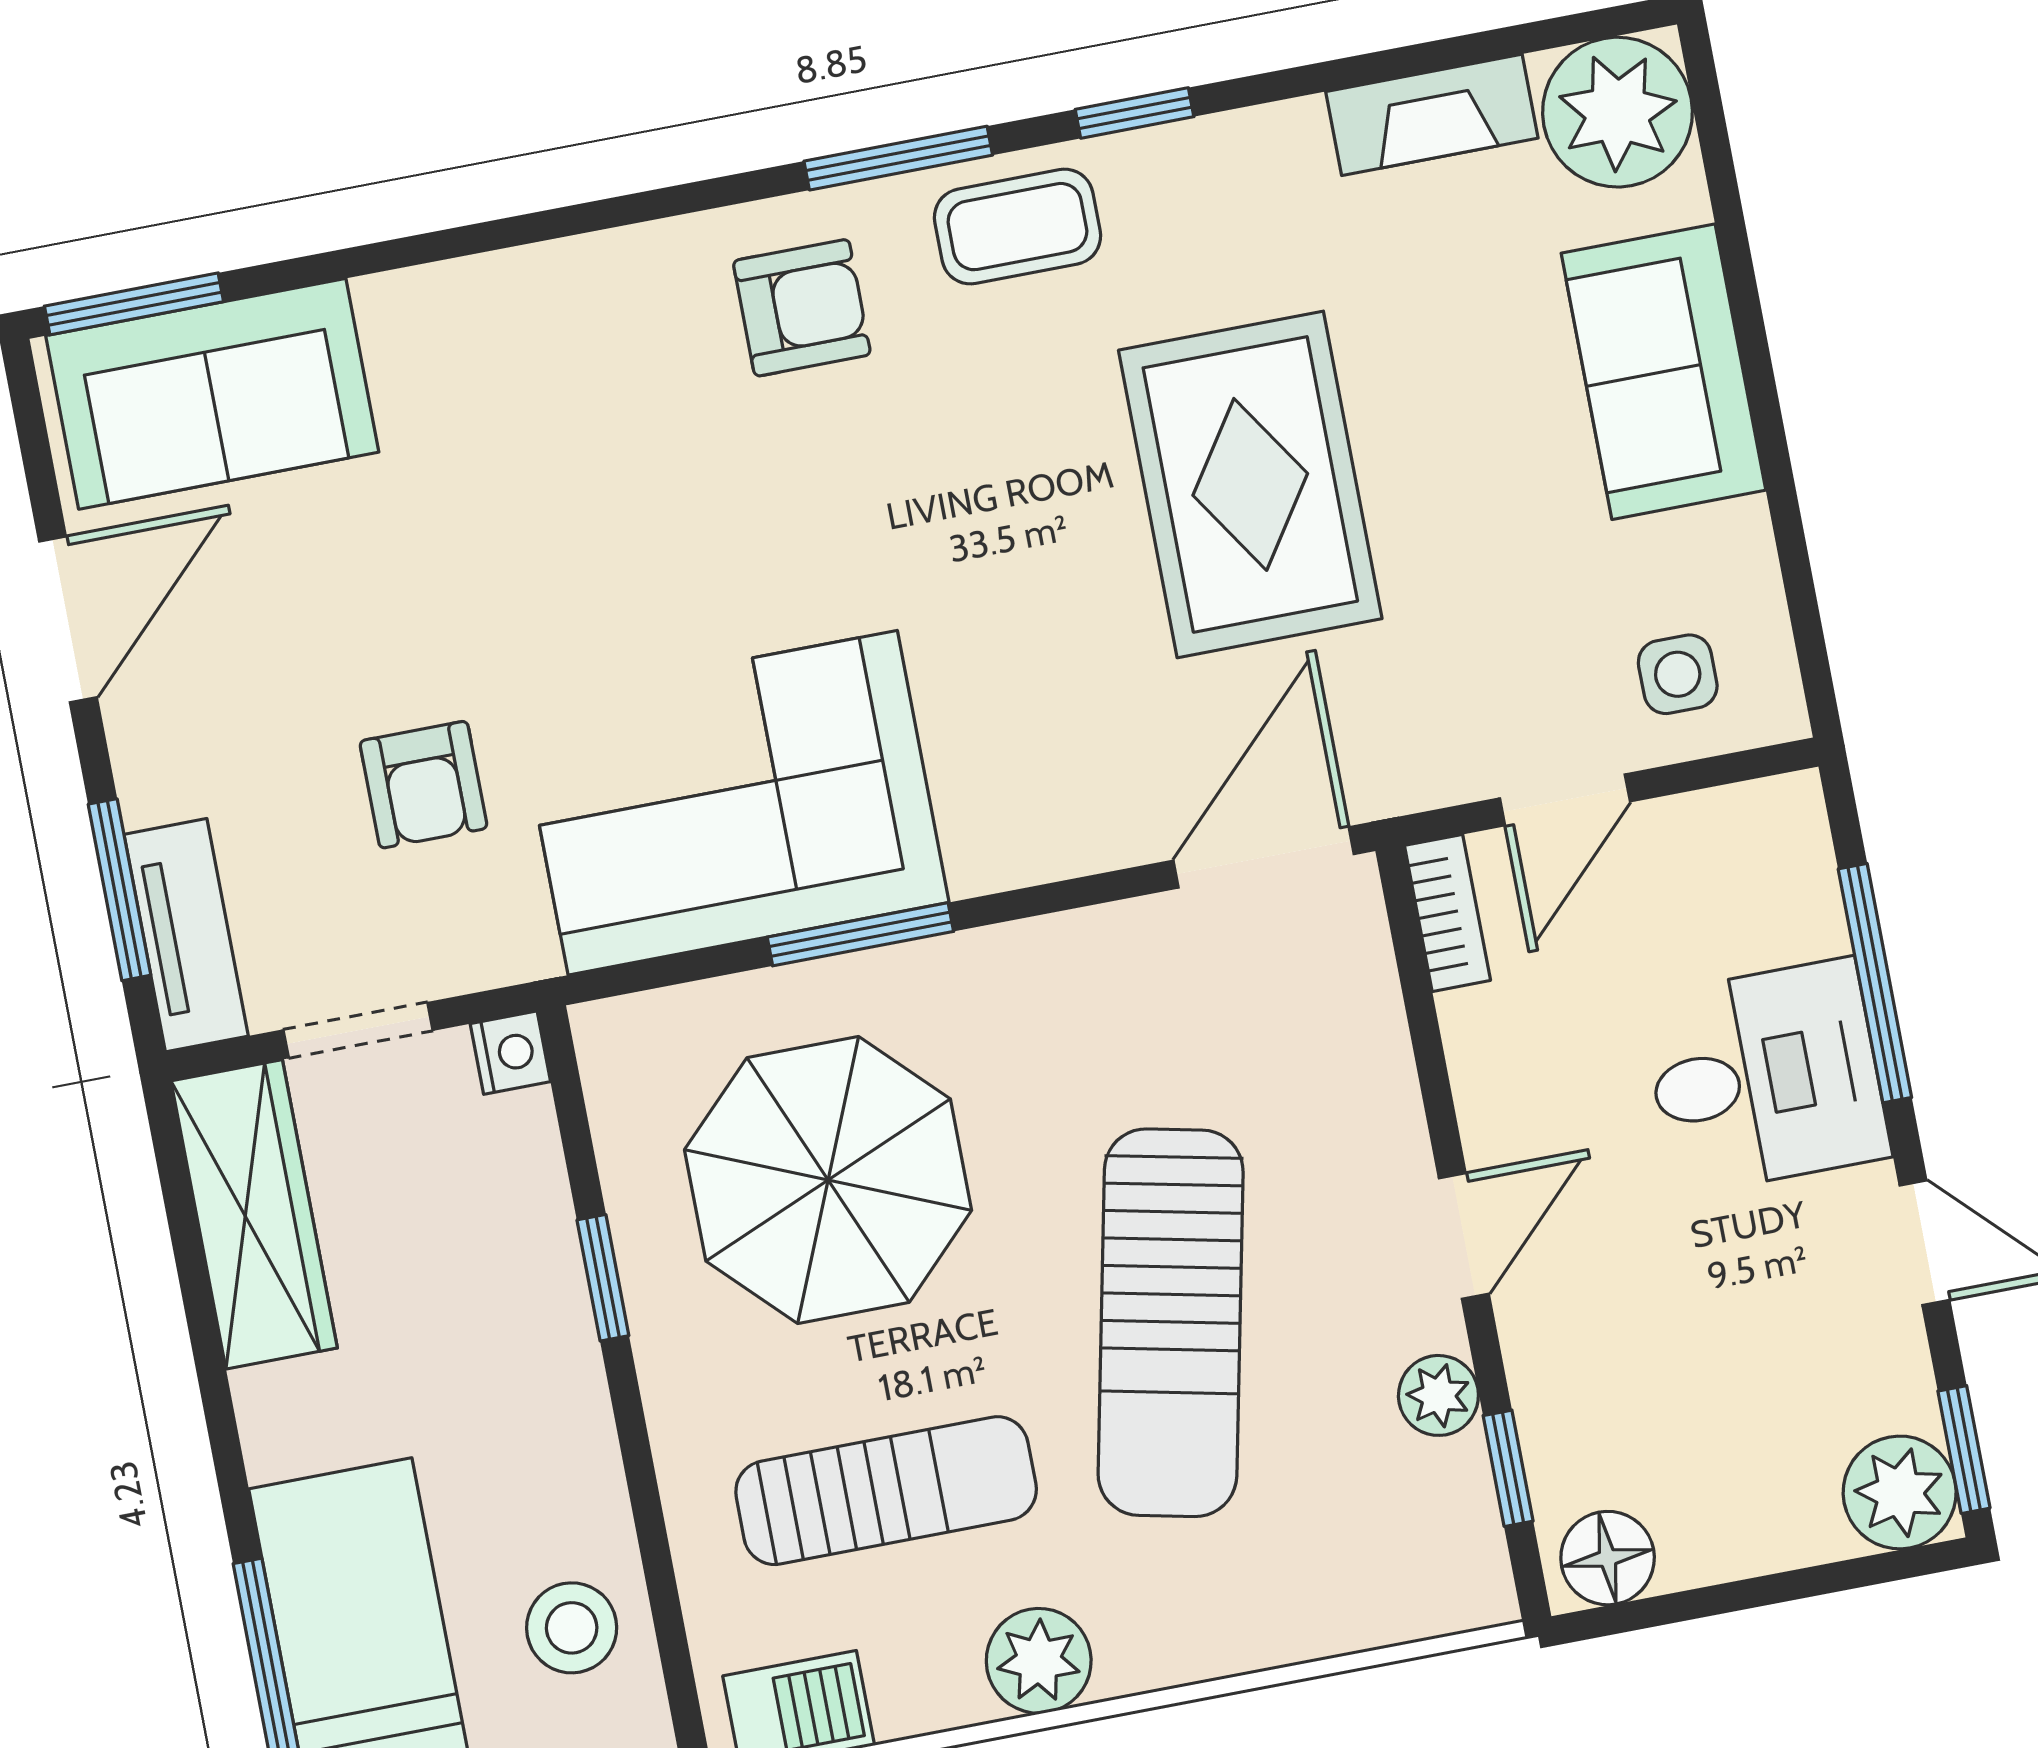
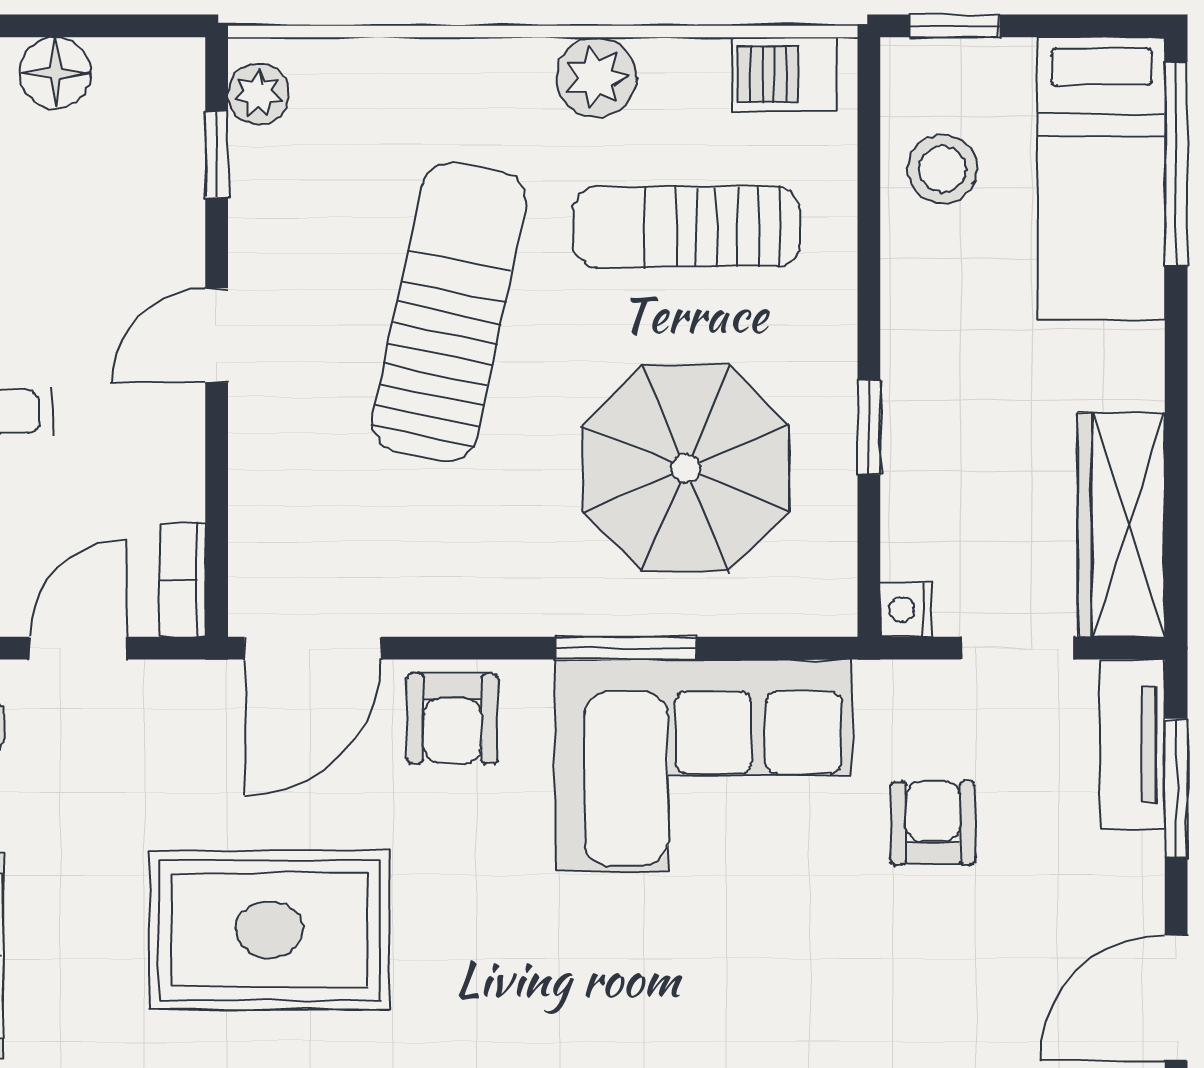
rug: (1250, 484) -> (269, 930), turned 90
armchair: (1067, 801) -> (452, 719), added
plant: (1438, 1395) -> (258, 94), moved
floor lamp: (1608, 1558) -> (55, 73), moved

